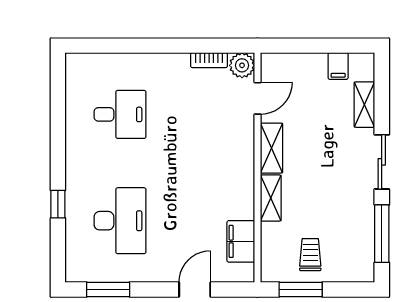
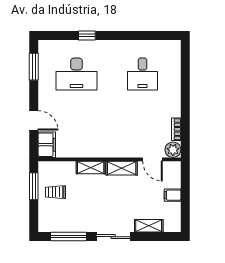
filing cabinet: (338, 66) -> (173, 195), moved
filing cabinet: (241, 241) -> (47, 145), moved, turned 90
trolley: (310, 255) -> (55, 192), turned 180

